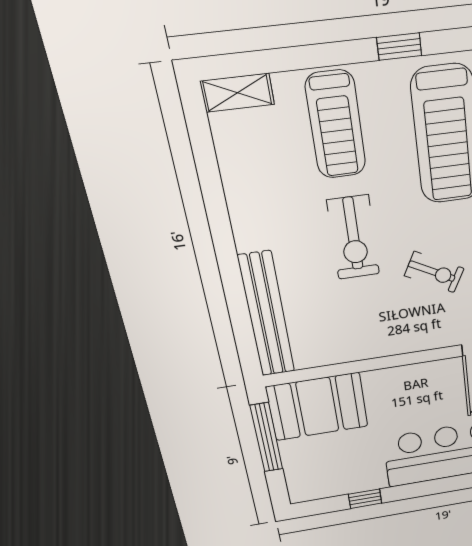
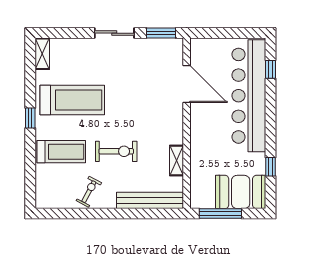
shelving: (237, 93) -> (177, 161), moved
exercise bike: (434, 272) -> (89, 192), moved
booth: (317, 407) -> (241, 192), moved, turned 90

